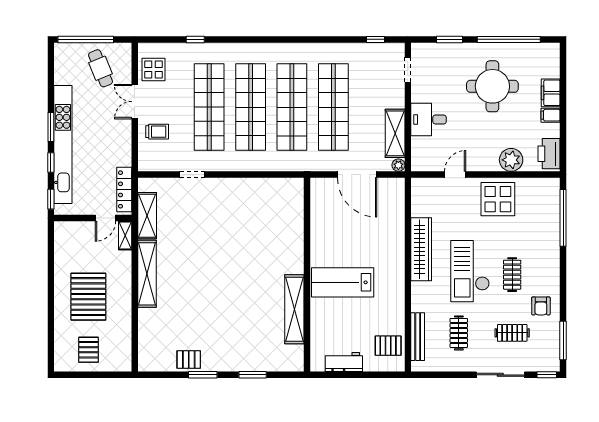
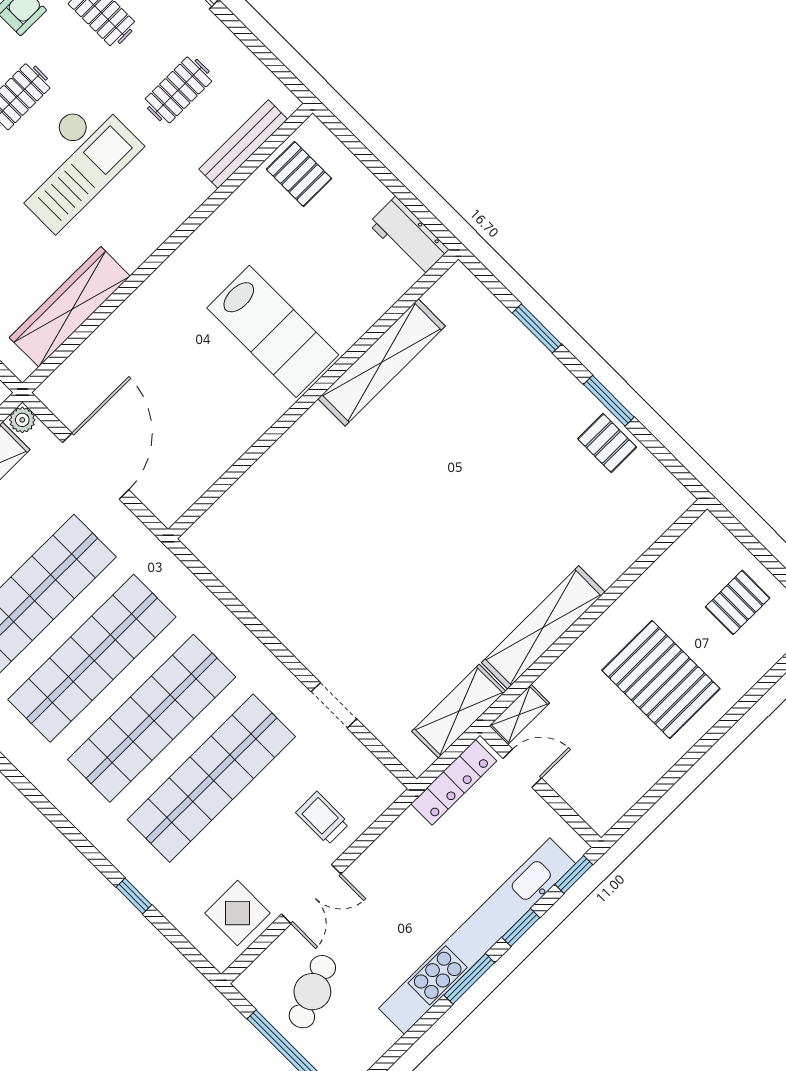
wardrobe: (421, 249) -> (70, 307), moved
pallet: (88, 297) -> (661, 679), turned 90
workbench: (344, 362) -> (409, 237), moved

